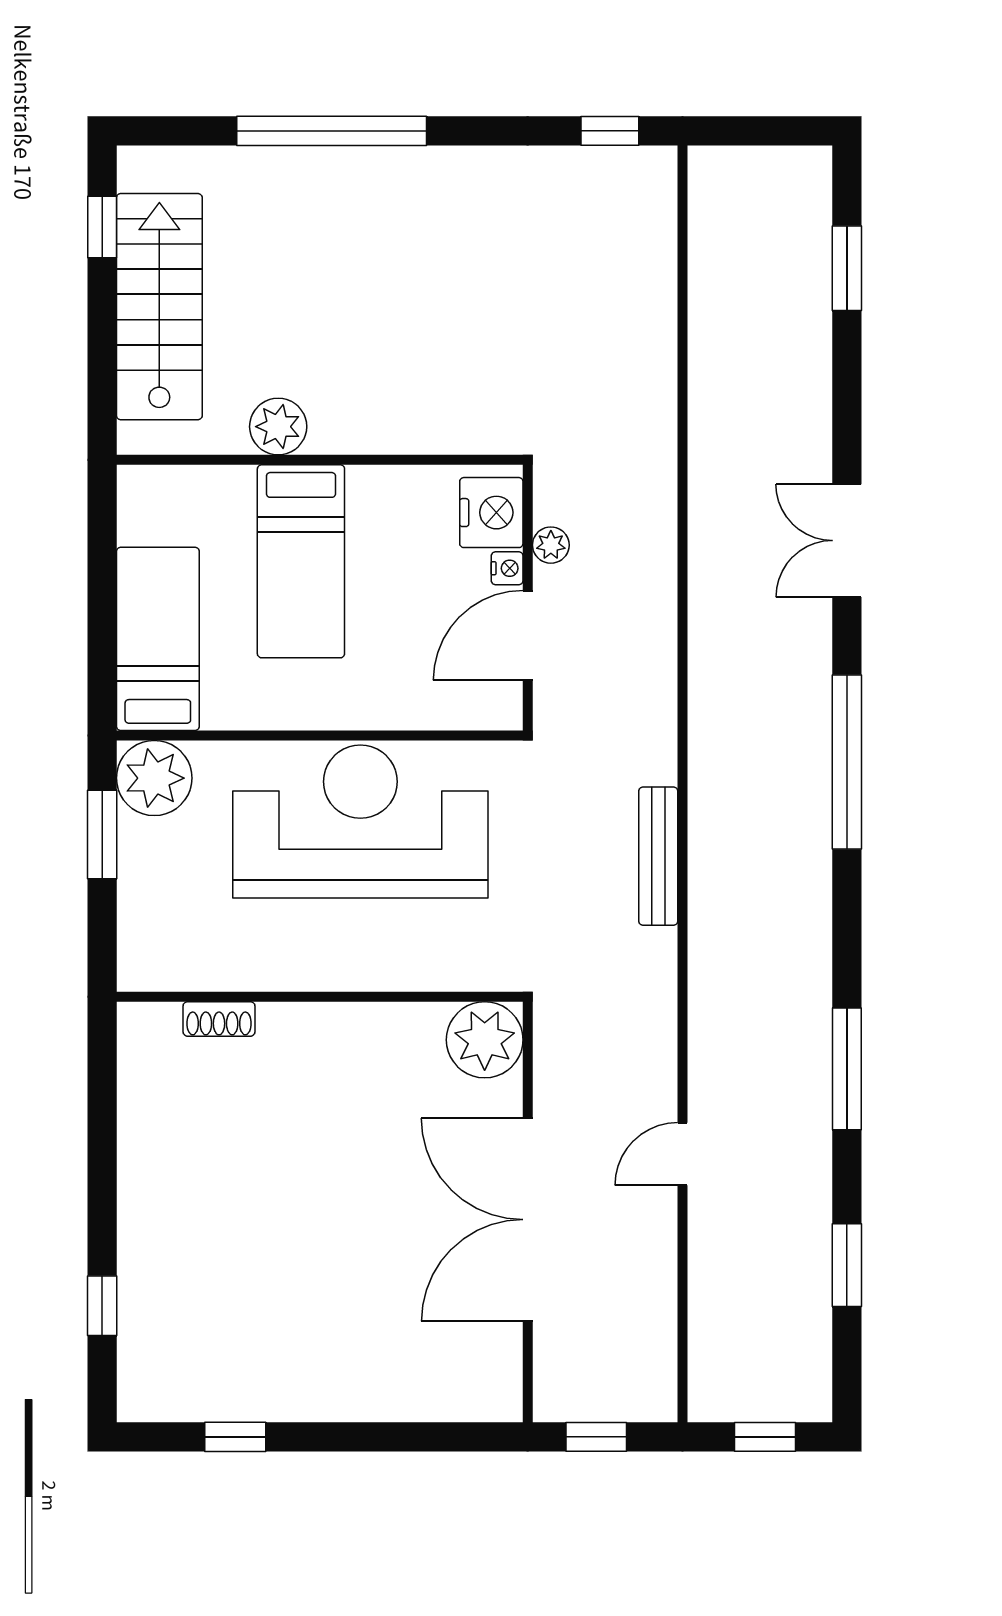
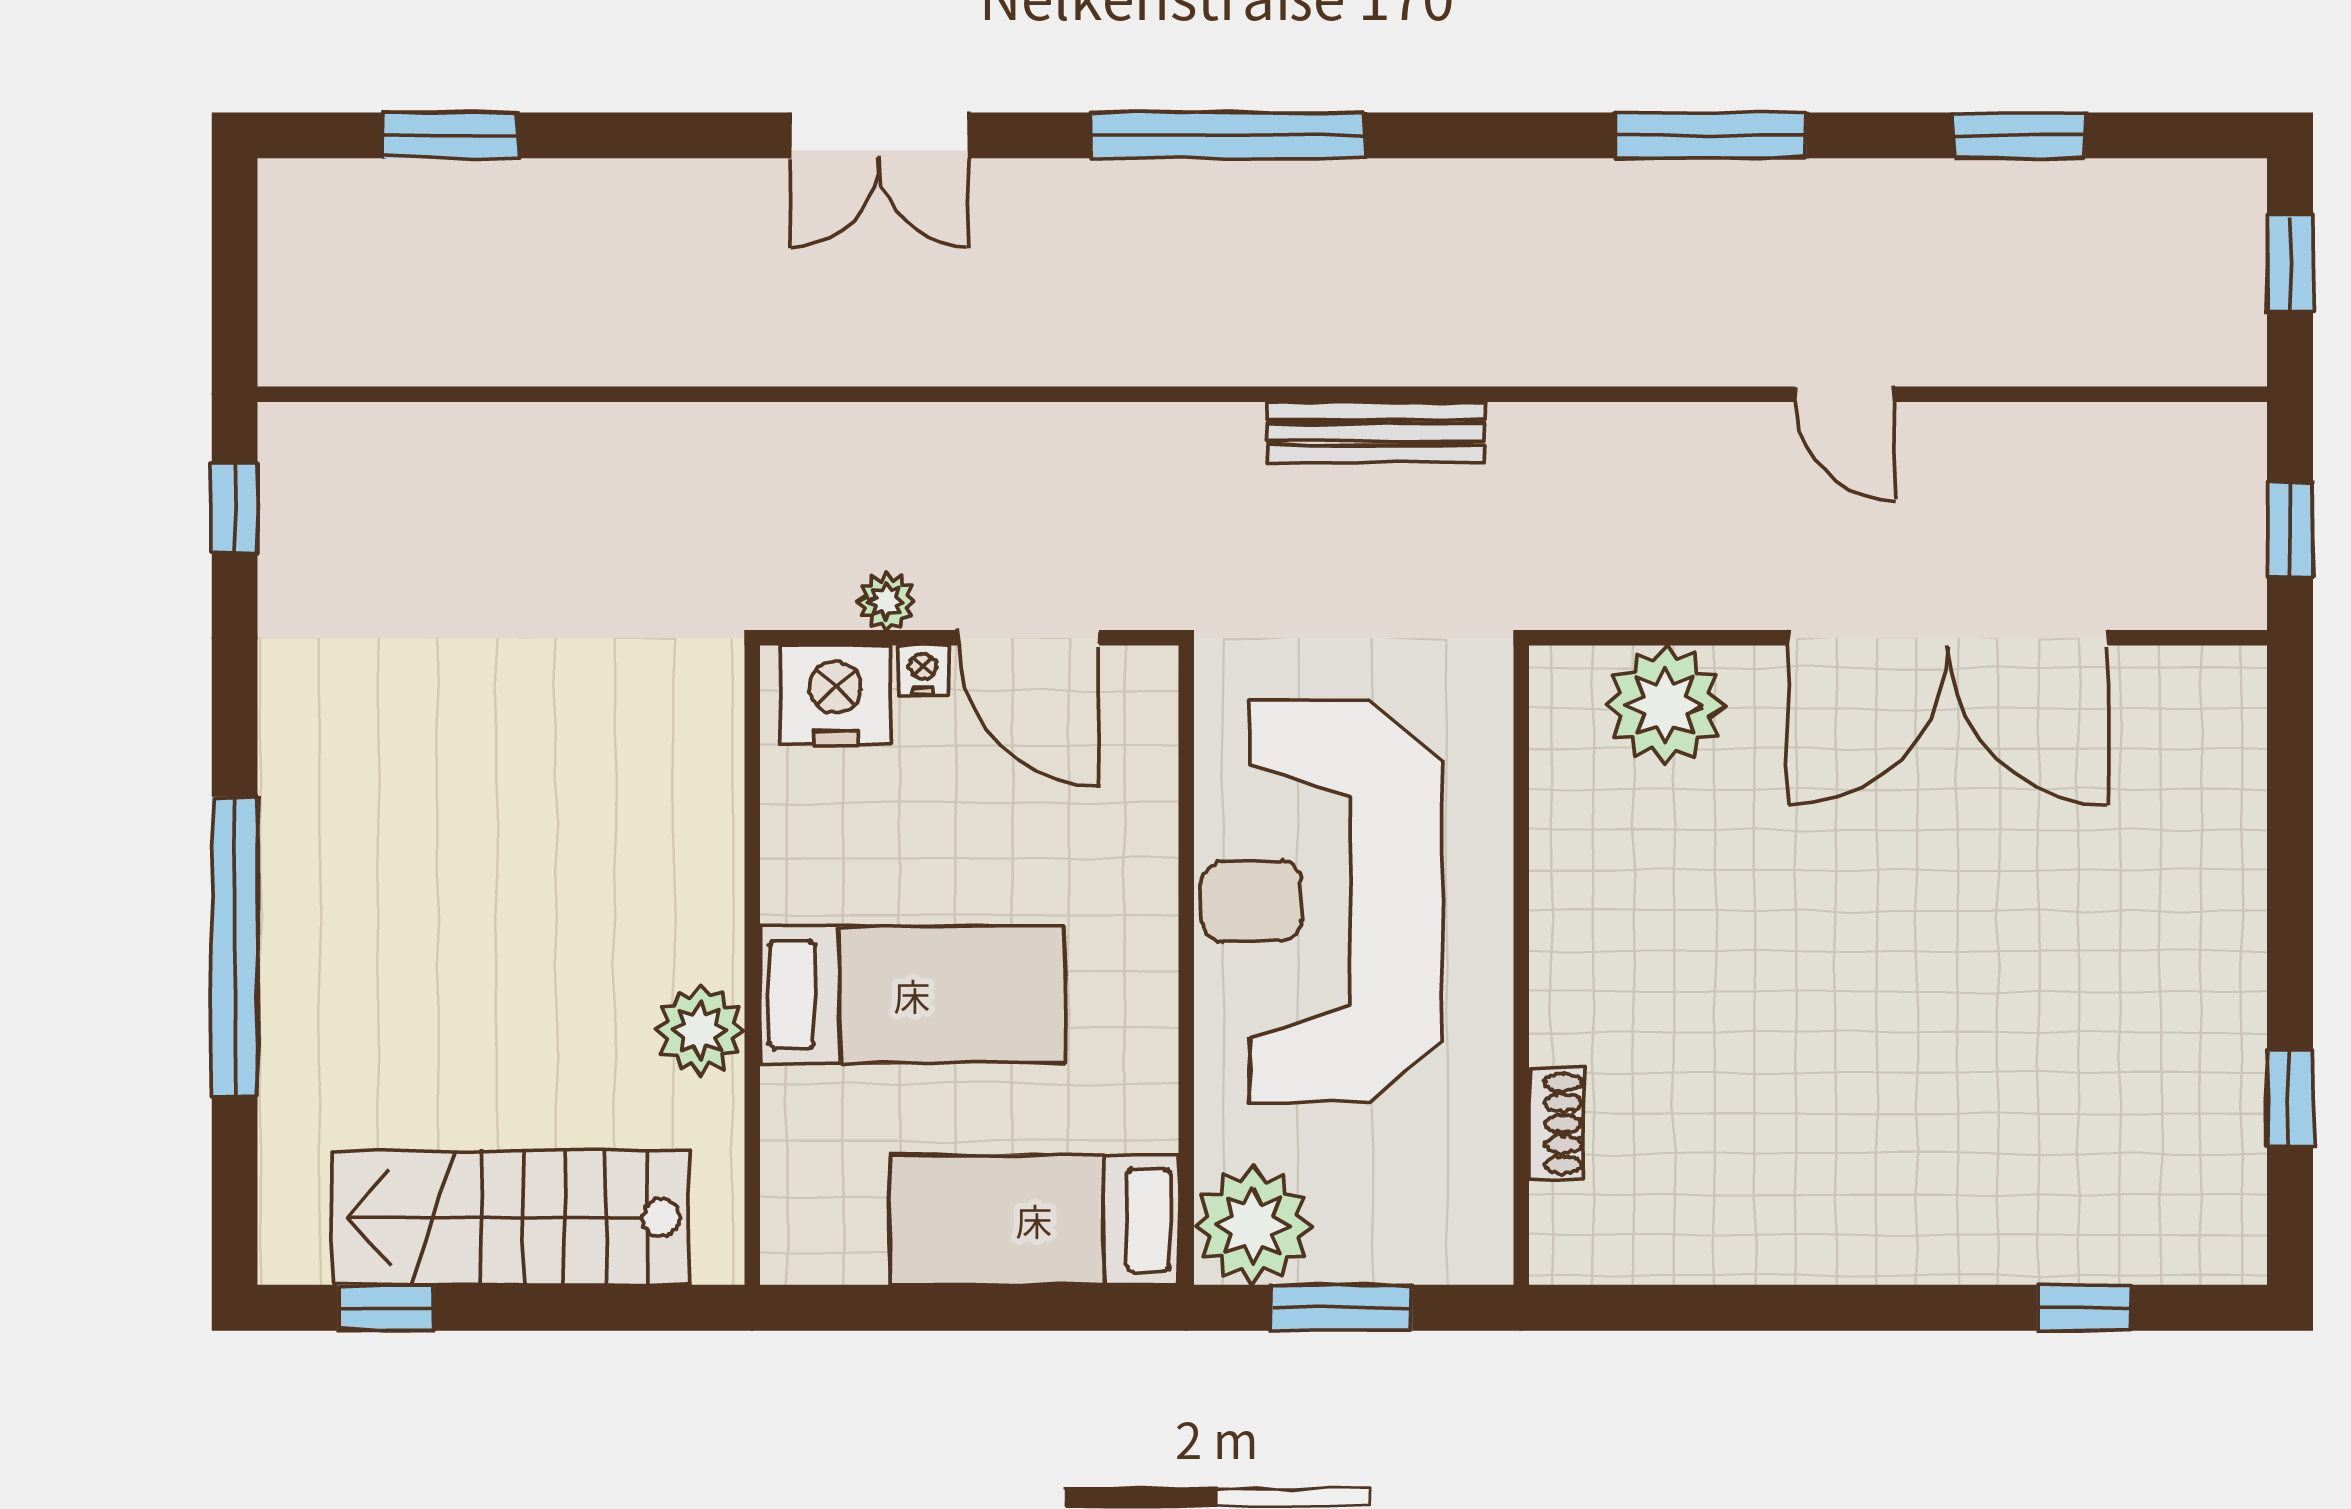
wall: (320, 997) -> (1521, 965), moved
shoe rack: (219, 1019) -> (1556, 1124), moved

